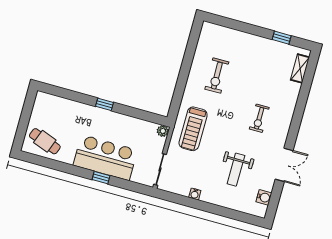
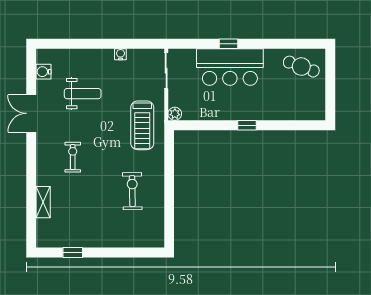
shelving: (300, 69) -> (43, 202), moved
treadmill: (193, 129) -> (142, 125), turned 180
weight bench: (236, 170) -> (83, 94), turned 90

